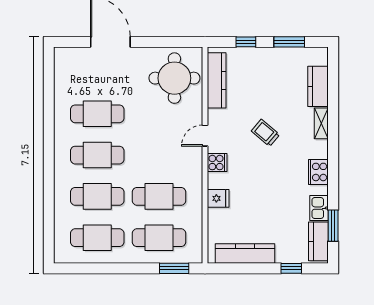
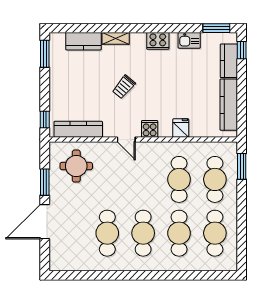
window: (156, 42) -> (45, 182), added
window: (246, 42) -> (45, 119), moved
window: (289, 42) -> (45, 54), moved
round table: (174, 78) -> (76, 166), width x0.73, depth x0.73
window: (333, 226) -> (216, 28), moved
kitchen counter: (318, 241) -> (229, 61), moved, turned 90
window: (291, 268) -> (242, 50), moved

